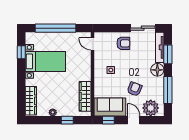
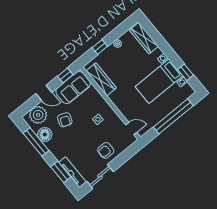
floor lamp: (157, 70) -> (45, 134), moved

